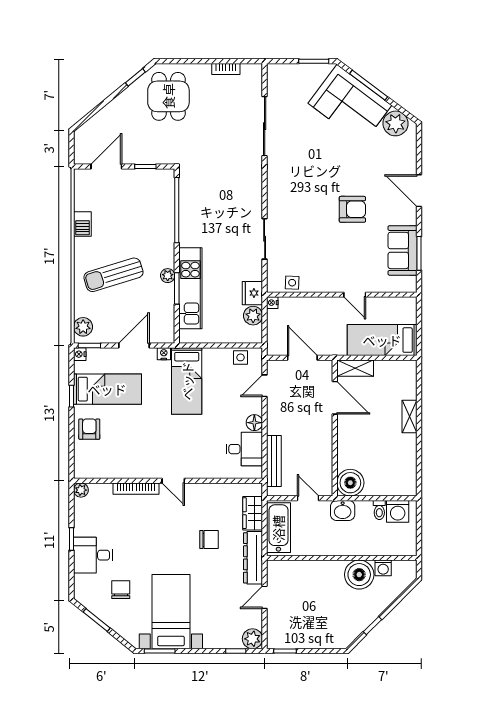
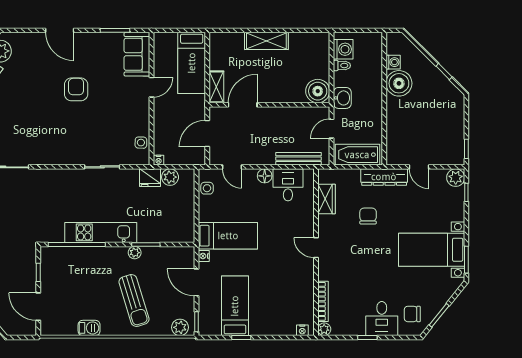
door: (419, 191) -> (60, 30), hinge flipped
sofa: (403, 250) -> (137, 54), moved, turned 90
kitchen unit: (190, 288) -> (101, 232), moved
nightstand: (80, 354) -> (302, 330), moved
shelving: (410, 416) -> (266, 41), width x1.50, depth x1.33
armchair: (89, 429) -> (270, 322), removed
door: (173, 481) -> (316, 248), swing flipped
bookcase: (136, 489) -> (323, 301), moved
wardrobe: (253, 513) -> (326, 199), moved, turned -90
chair: (121, 590) -> (412, 314), moved

